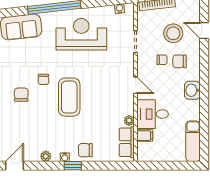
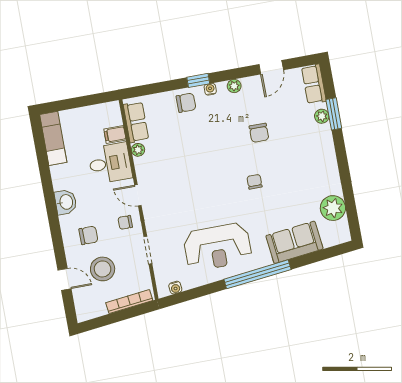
chair: (162, 60) -> (125, 222), moved
chair: (21, 95) -> (259, 133), moved
coffee table: (69, 97) -> (218, 165), removed

